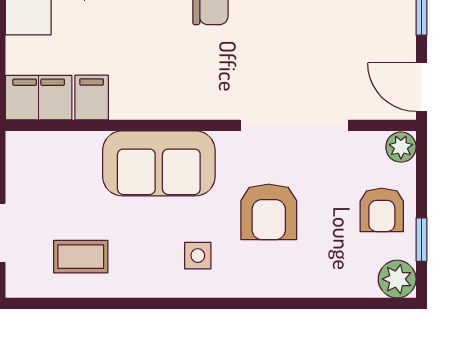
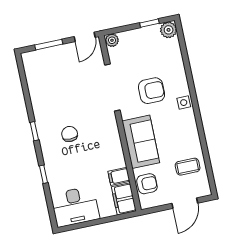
armchair: (382, 210) -> (147, 184), moved
side table: (198, 256) -> (184, 103), moved
coffee table: (81, 257) -> (188, 167), turned 90

